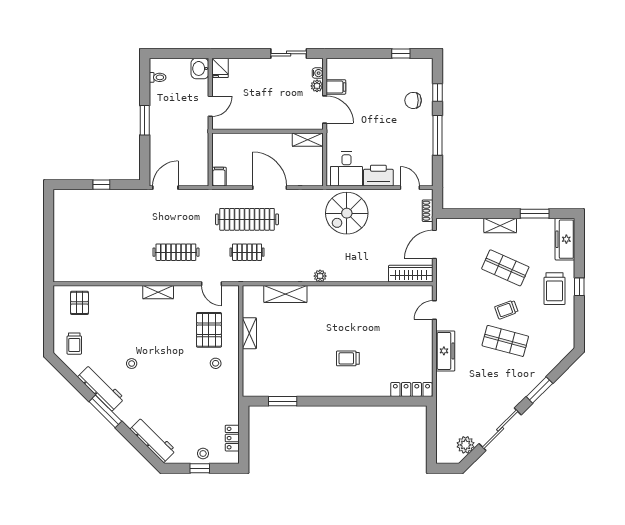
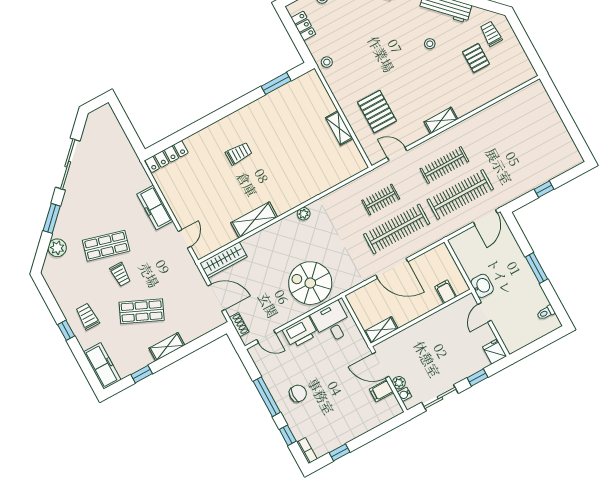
window: (247, 54) -> (477, 377), added
washbasin: (200, 68) -> (482, 286), moved
bookcase: (428, 70) -> (307, 451), added
chair: (413, 100) -> (298, 393), moved
filing cabinet: (219, 177) -> (446, 292), moved, turned 180
spiral stairs: (347, 213) -> (310, 283), turned -90
window: (535, 214) -> (142, 374), width x0.67
clothes rail: (176, 219) -> (460, 194), added
door: (434, 244) -> (217, 298), hinge flipped
trolley: (555, 289) -> (87, 317), width x0.73, depth x0.72
shelving: (285, 294) -> (254, 220), moved
pallet: (79, 303) -> (476, 58), moved
trolley: (506, 310) -> (120, 274), turned 110
stool: (216, 363) -> (327, 62), moved
plant: (466, 445) -> (57, 248), moved

